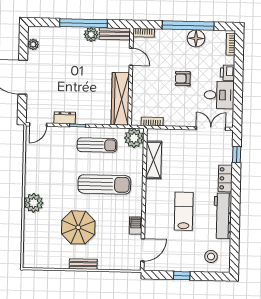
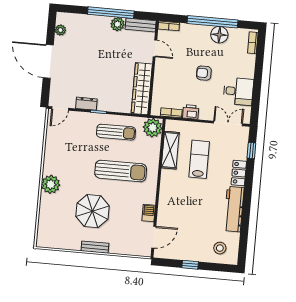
printer: (227, 73) -> (191, 112), moved, turned 90
lab bench: (184, 211) -> (199, 159), moved

